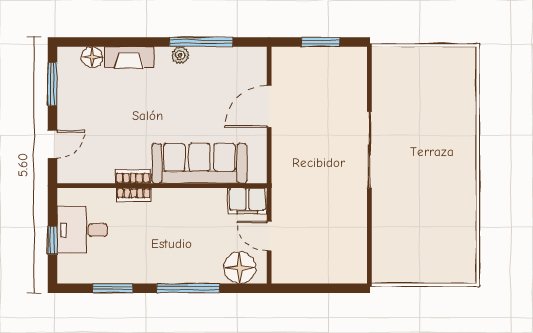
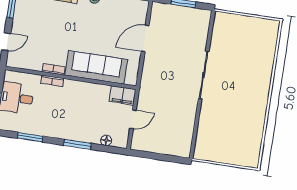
door: (269, 236) -> (133, 119), swing flipped
floor lamp: (240, 268) -> (106, 140), width x0.53, depth x0.53
window: (188, 288) -> (77, 144), width x0.69

